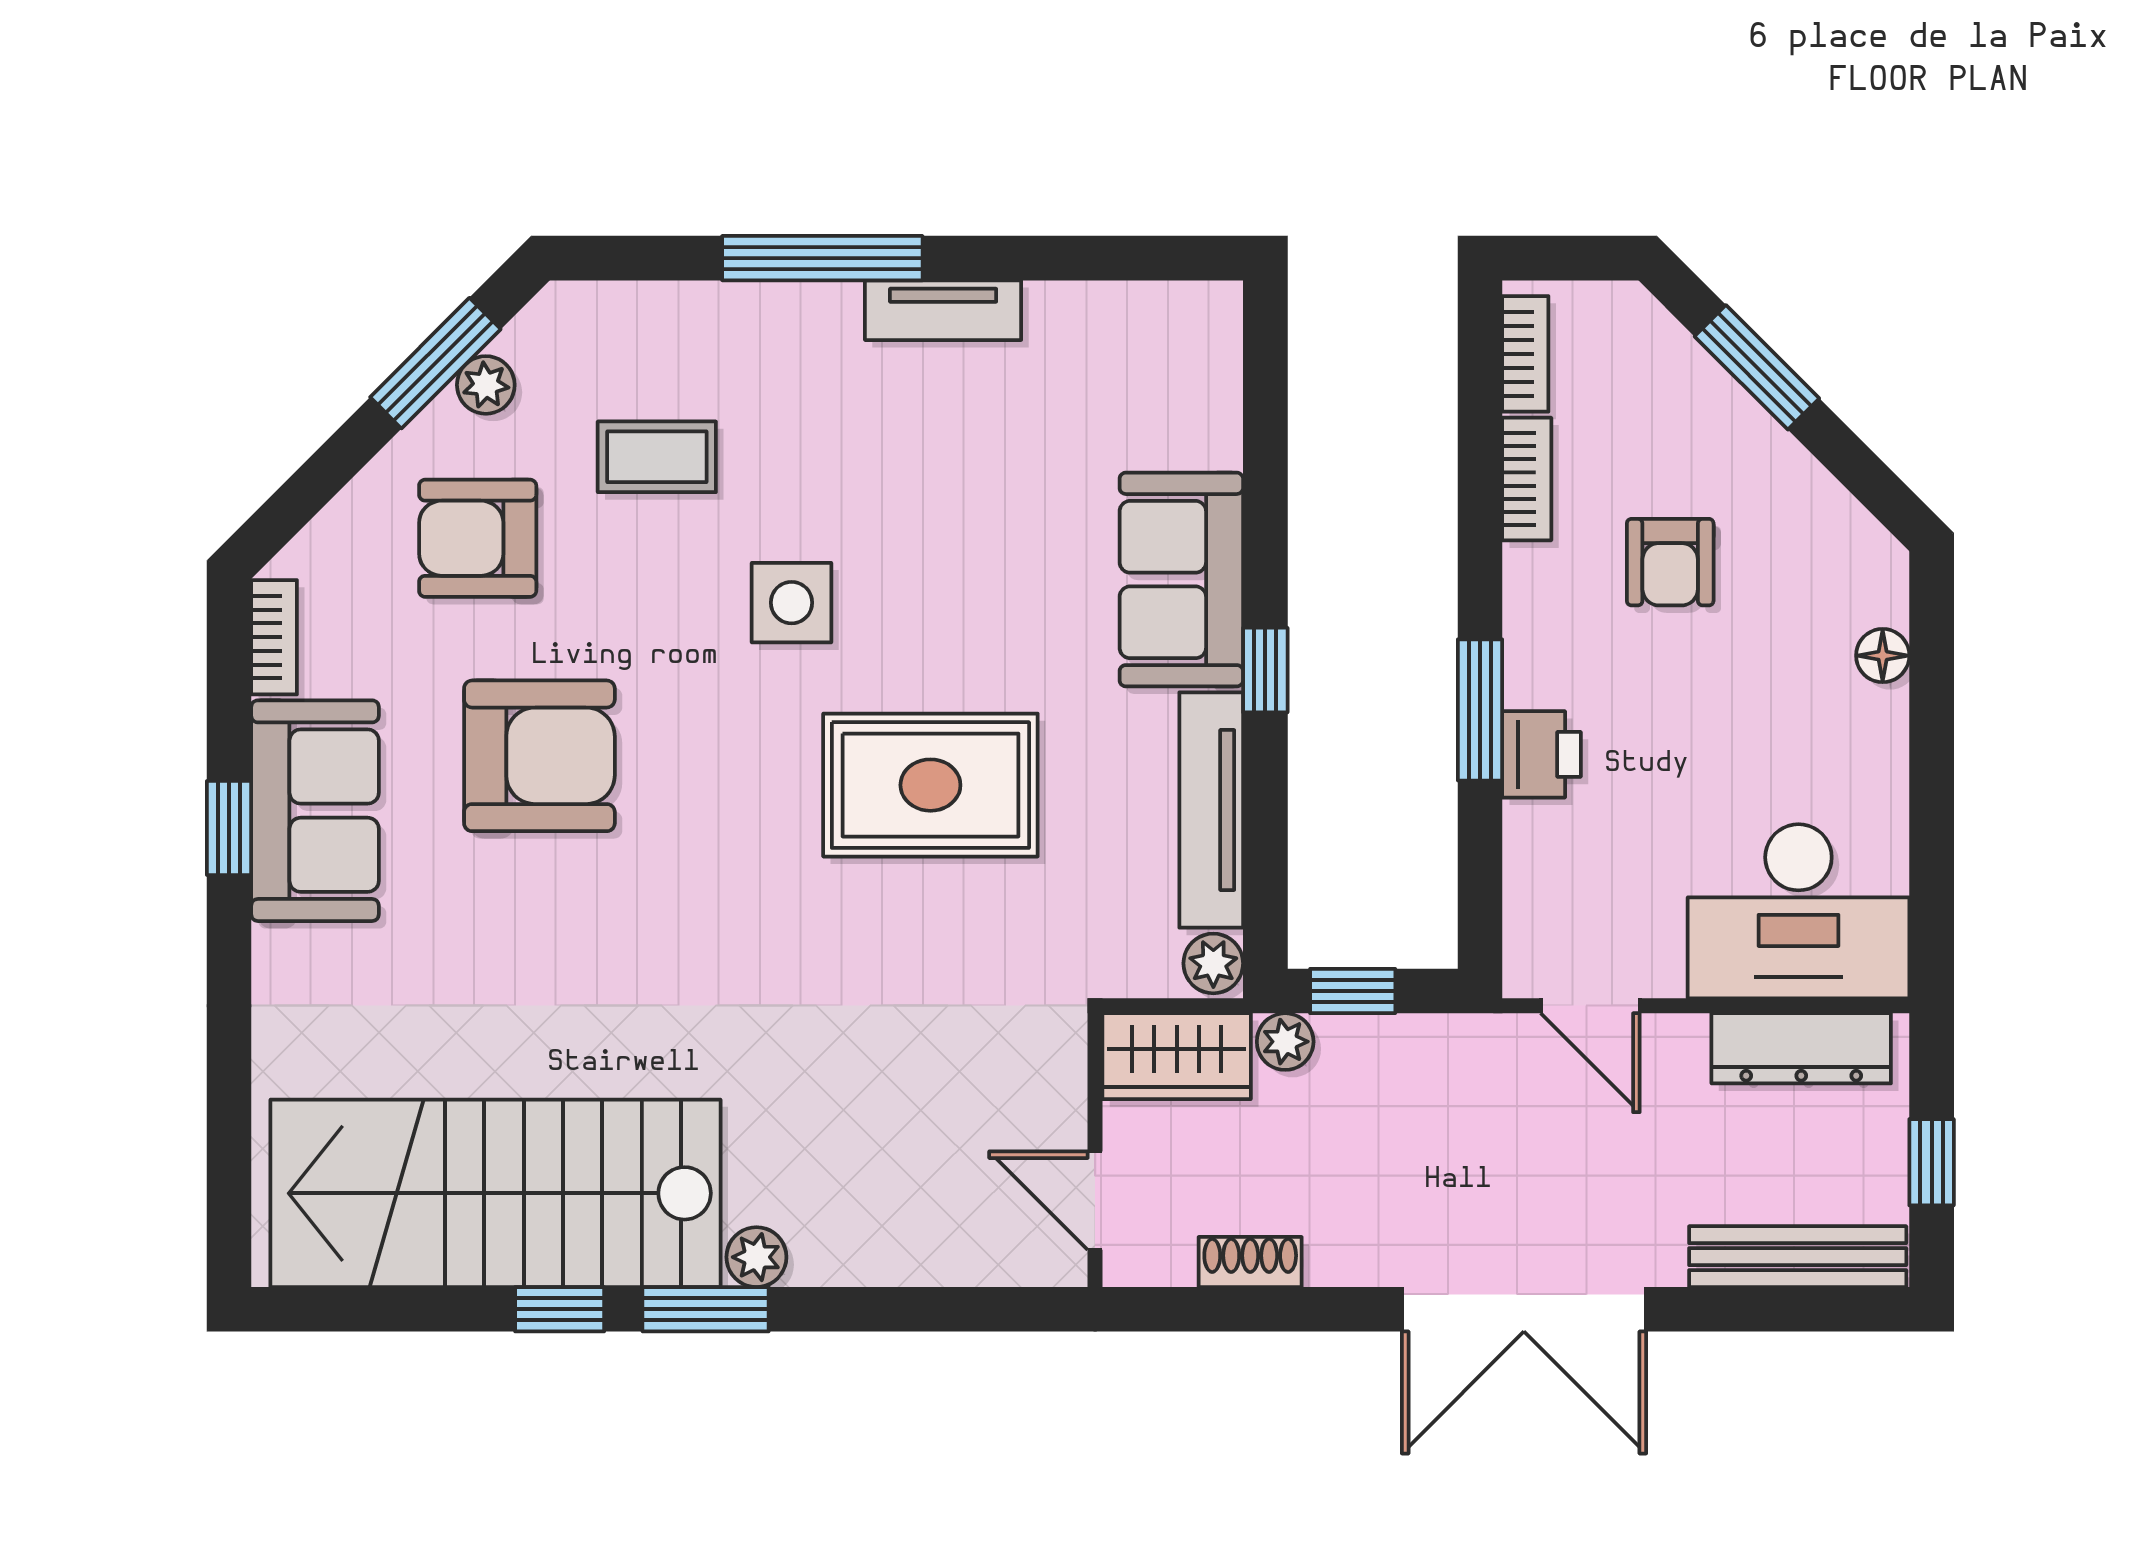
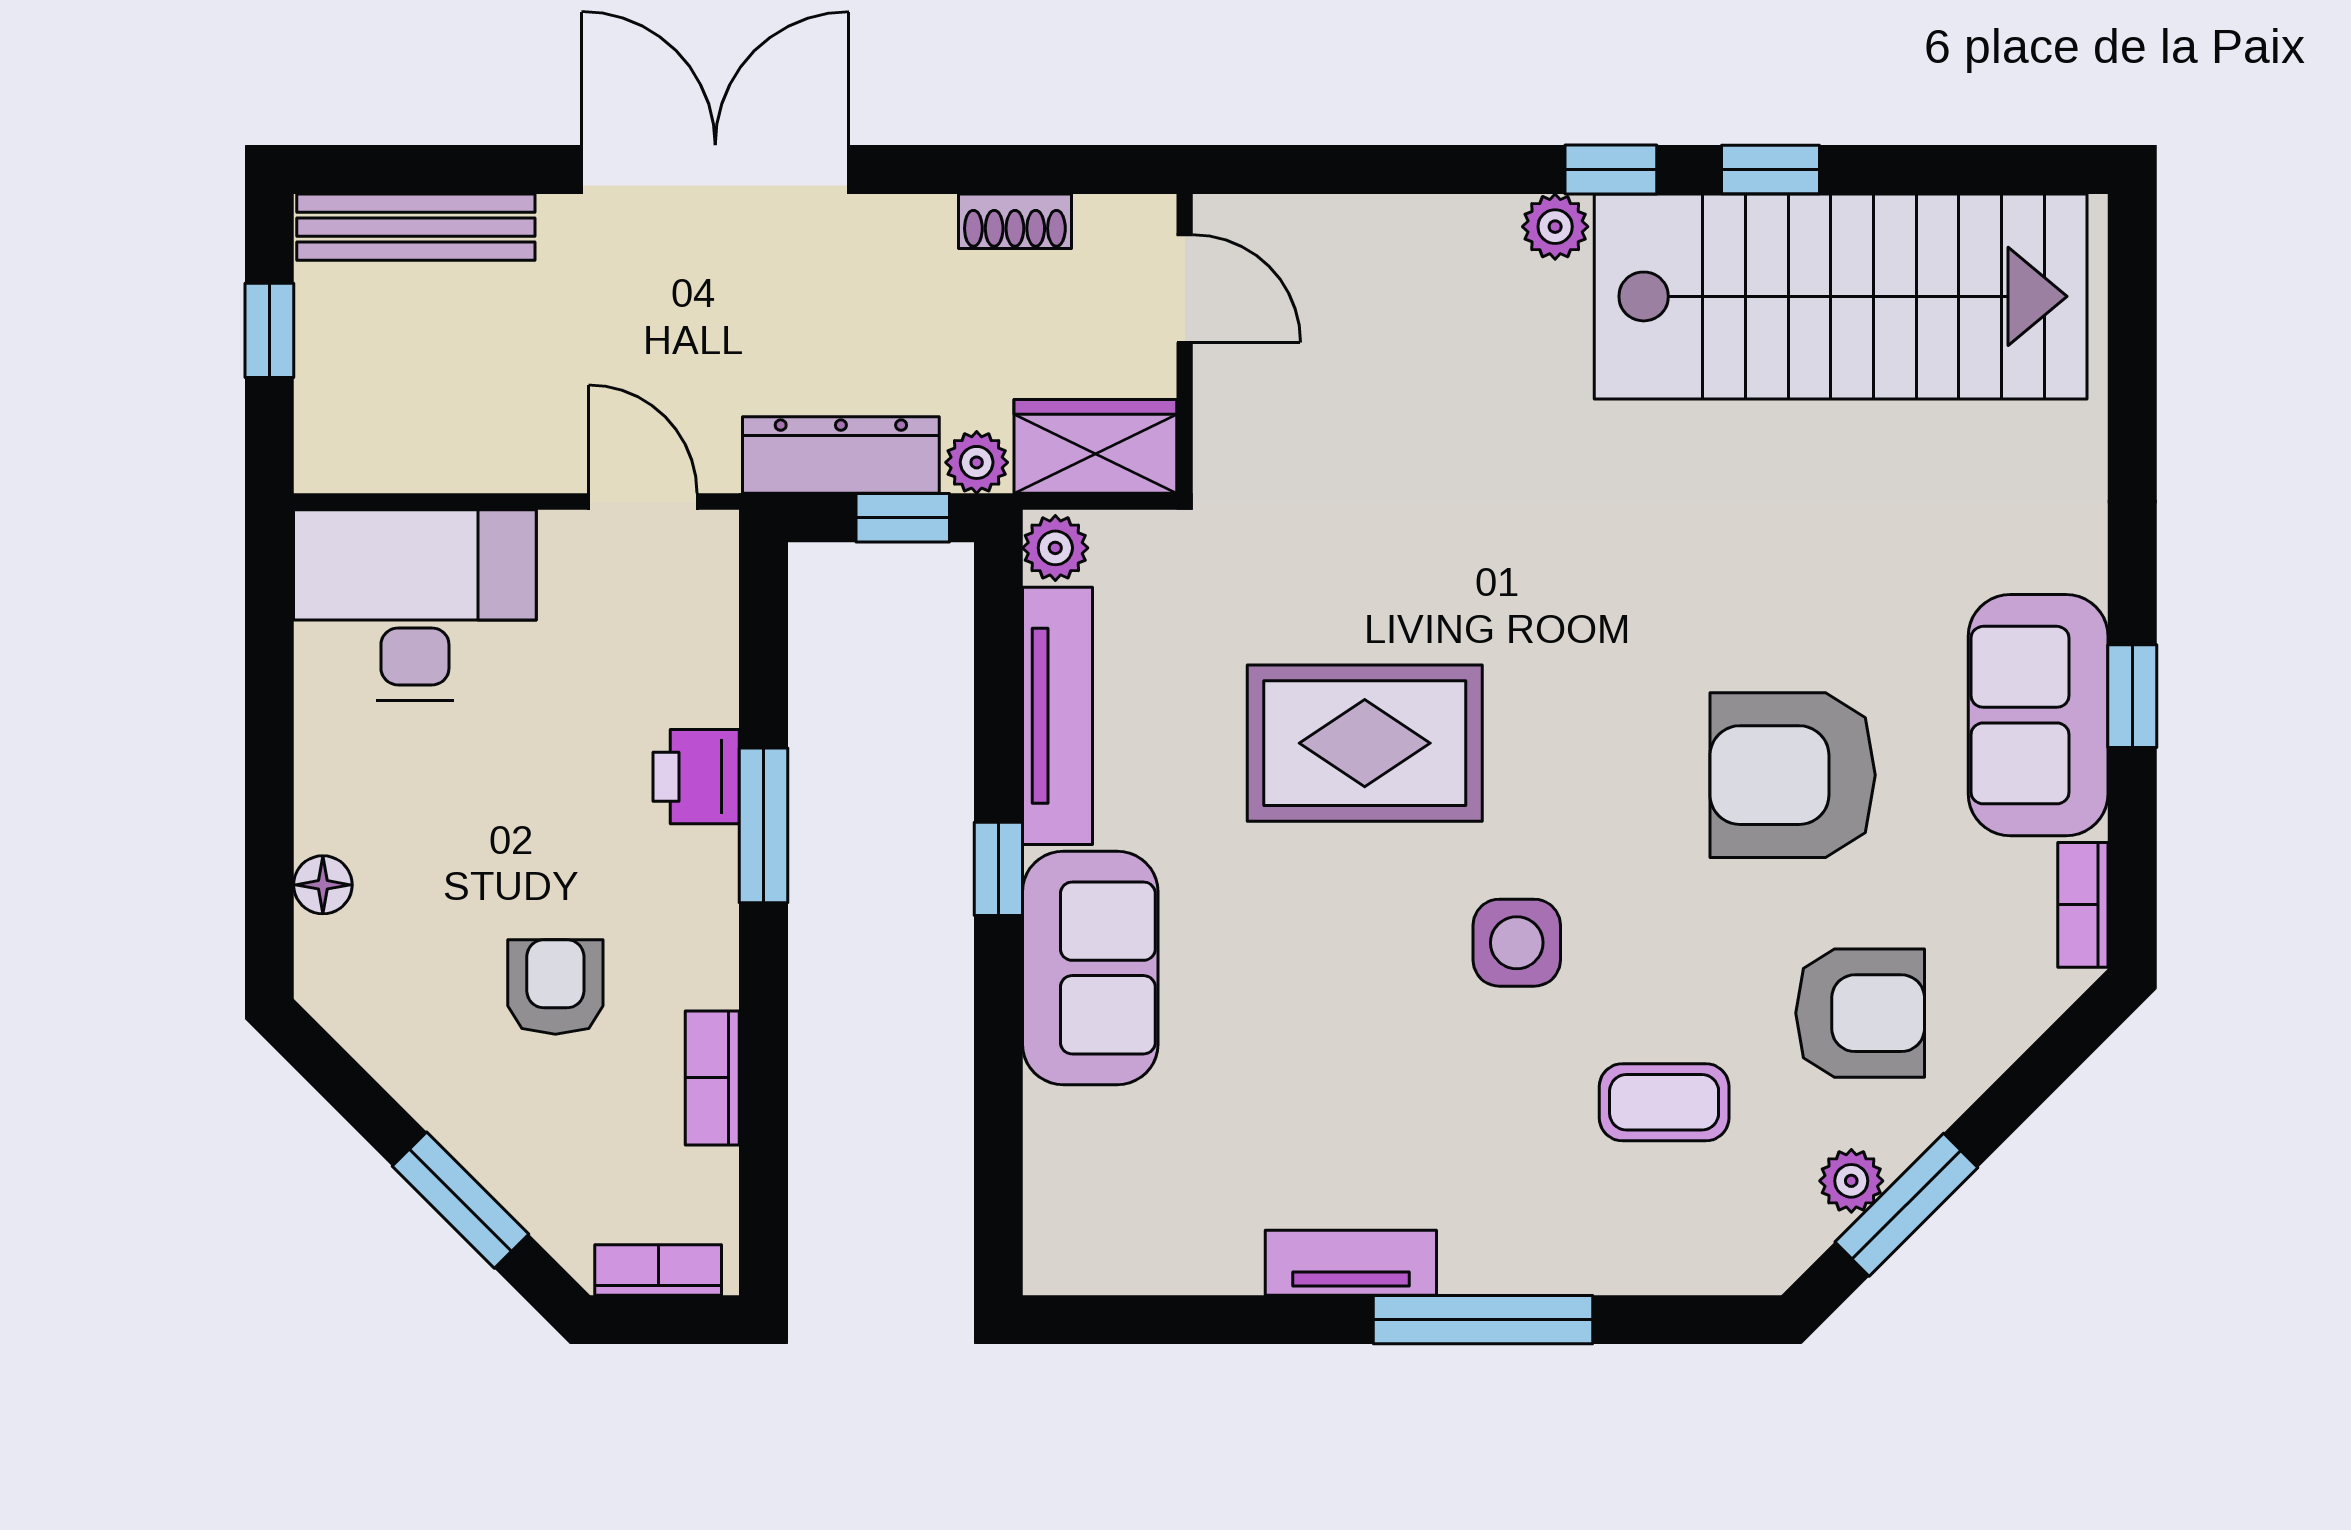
bookcase: (1525, 354) -> (658, 1270), moved, turned 90
dresser: (1801, 1048) -> (841, 455), moved
window: (706, 1309) -> (1611, 170), width x0.67

